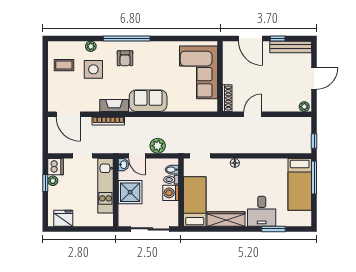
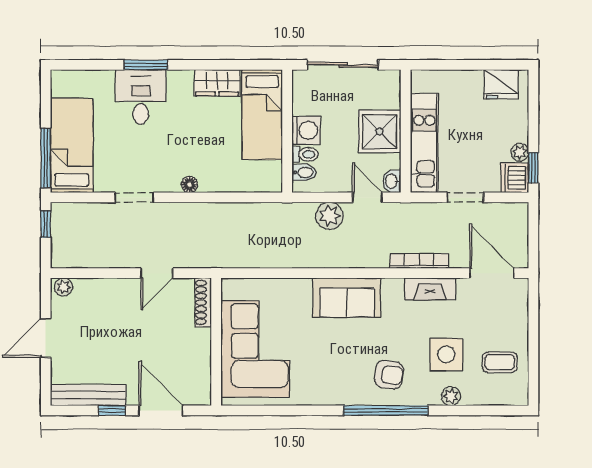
armchair: (125, 58) -> (389, 375), turned 98
fireplace: (114, 105) -> (430, 289), moved
doorway: (200, 156) -> (134, 197), moved
window: (45, 183) -> (533, 168), moved
wardrobe: (226, 219) -> (217, 83), width x0.67
window: (273, 229) -> (146, 65), moved

